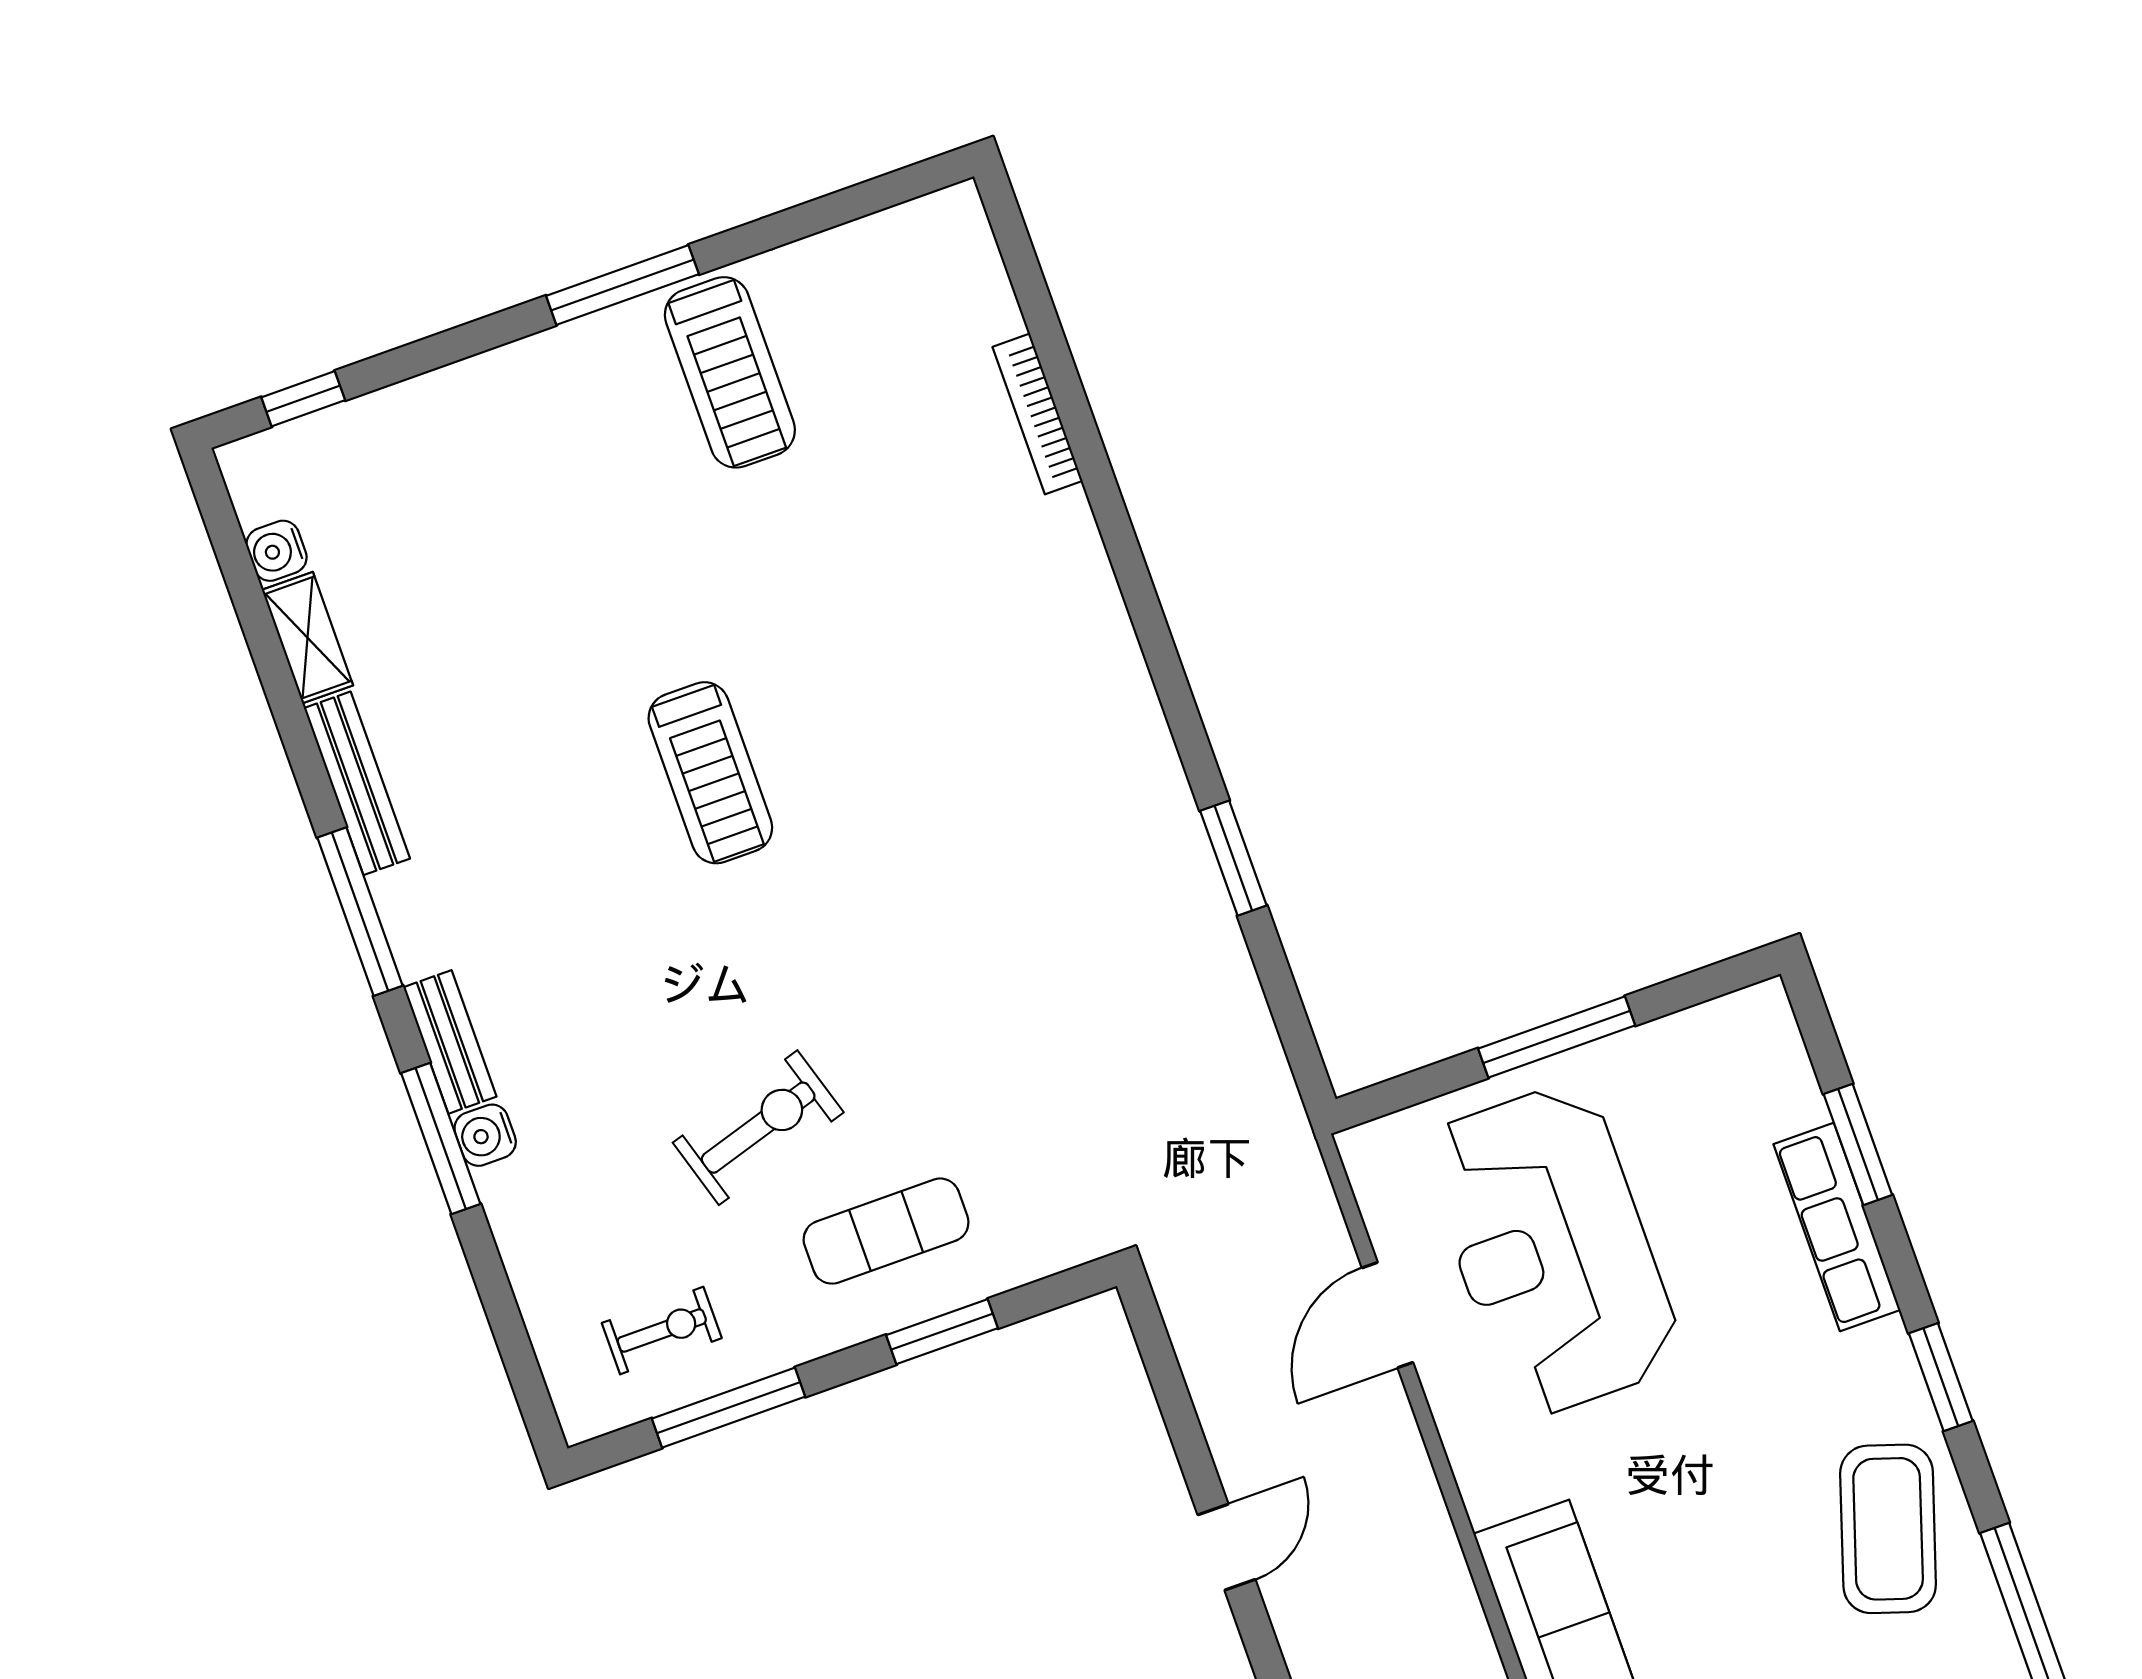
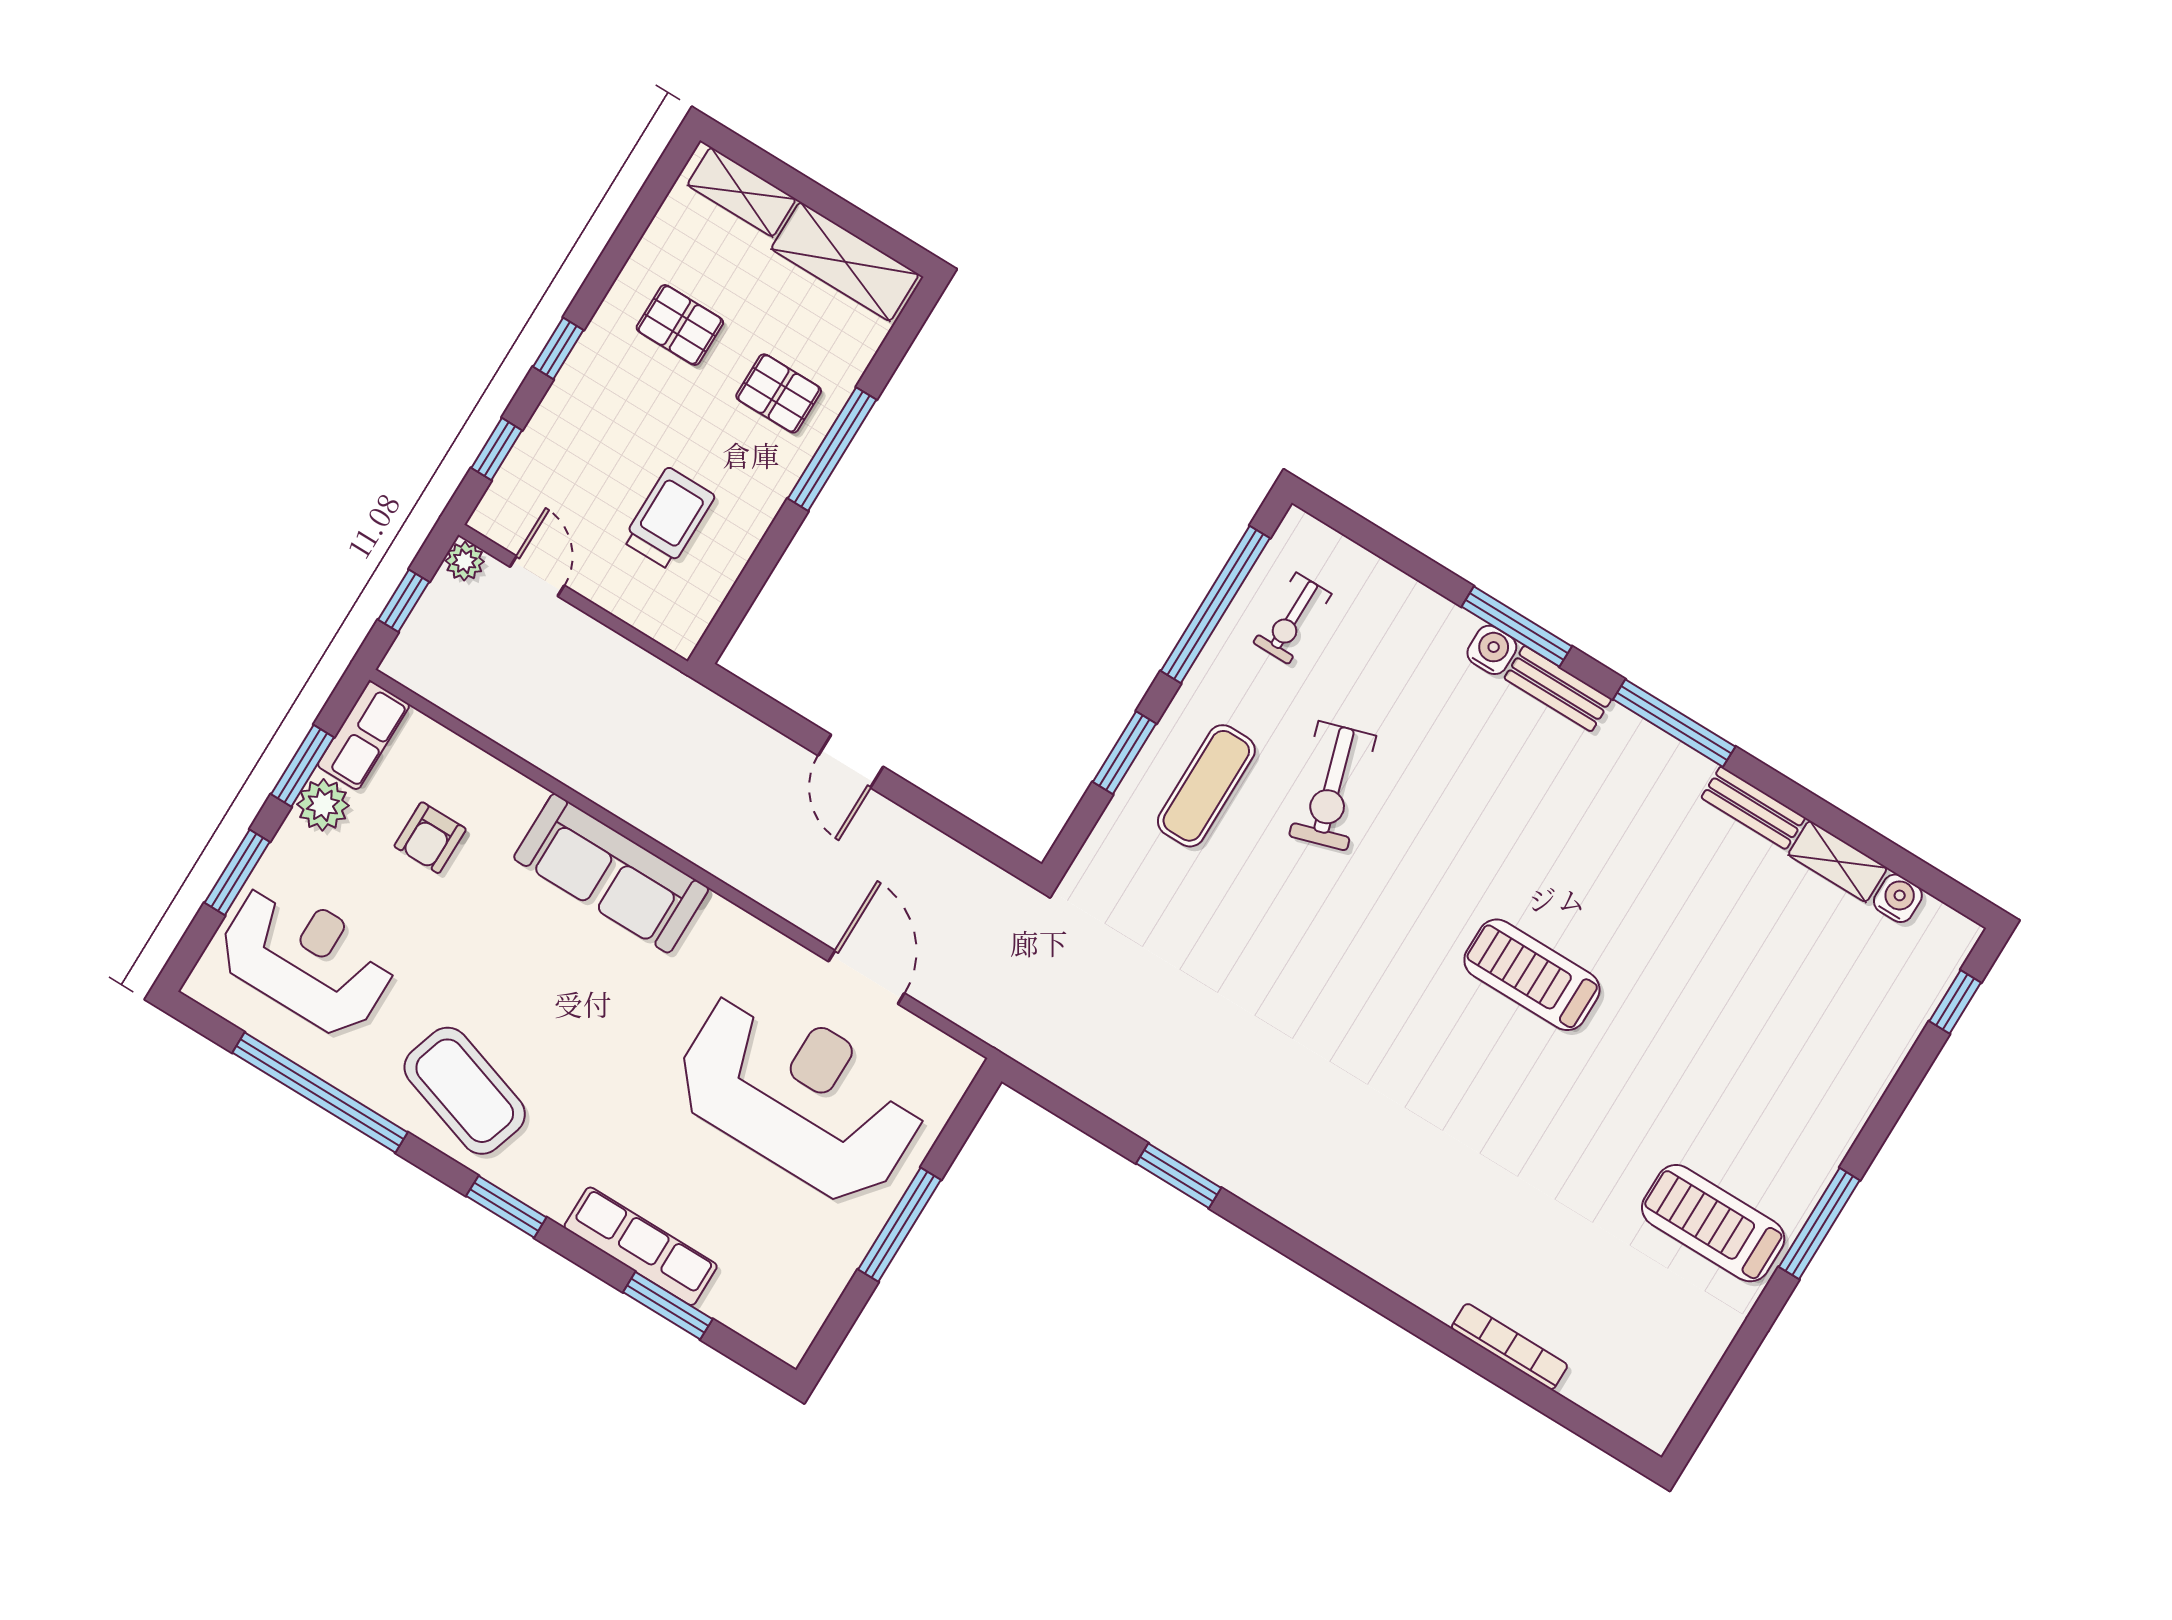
bench: (357, 783) -> (1753, 808), width x0.73
window: (729, 1408) -> (1215, 604), width x1.46

